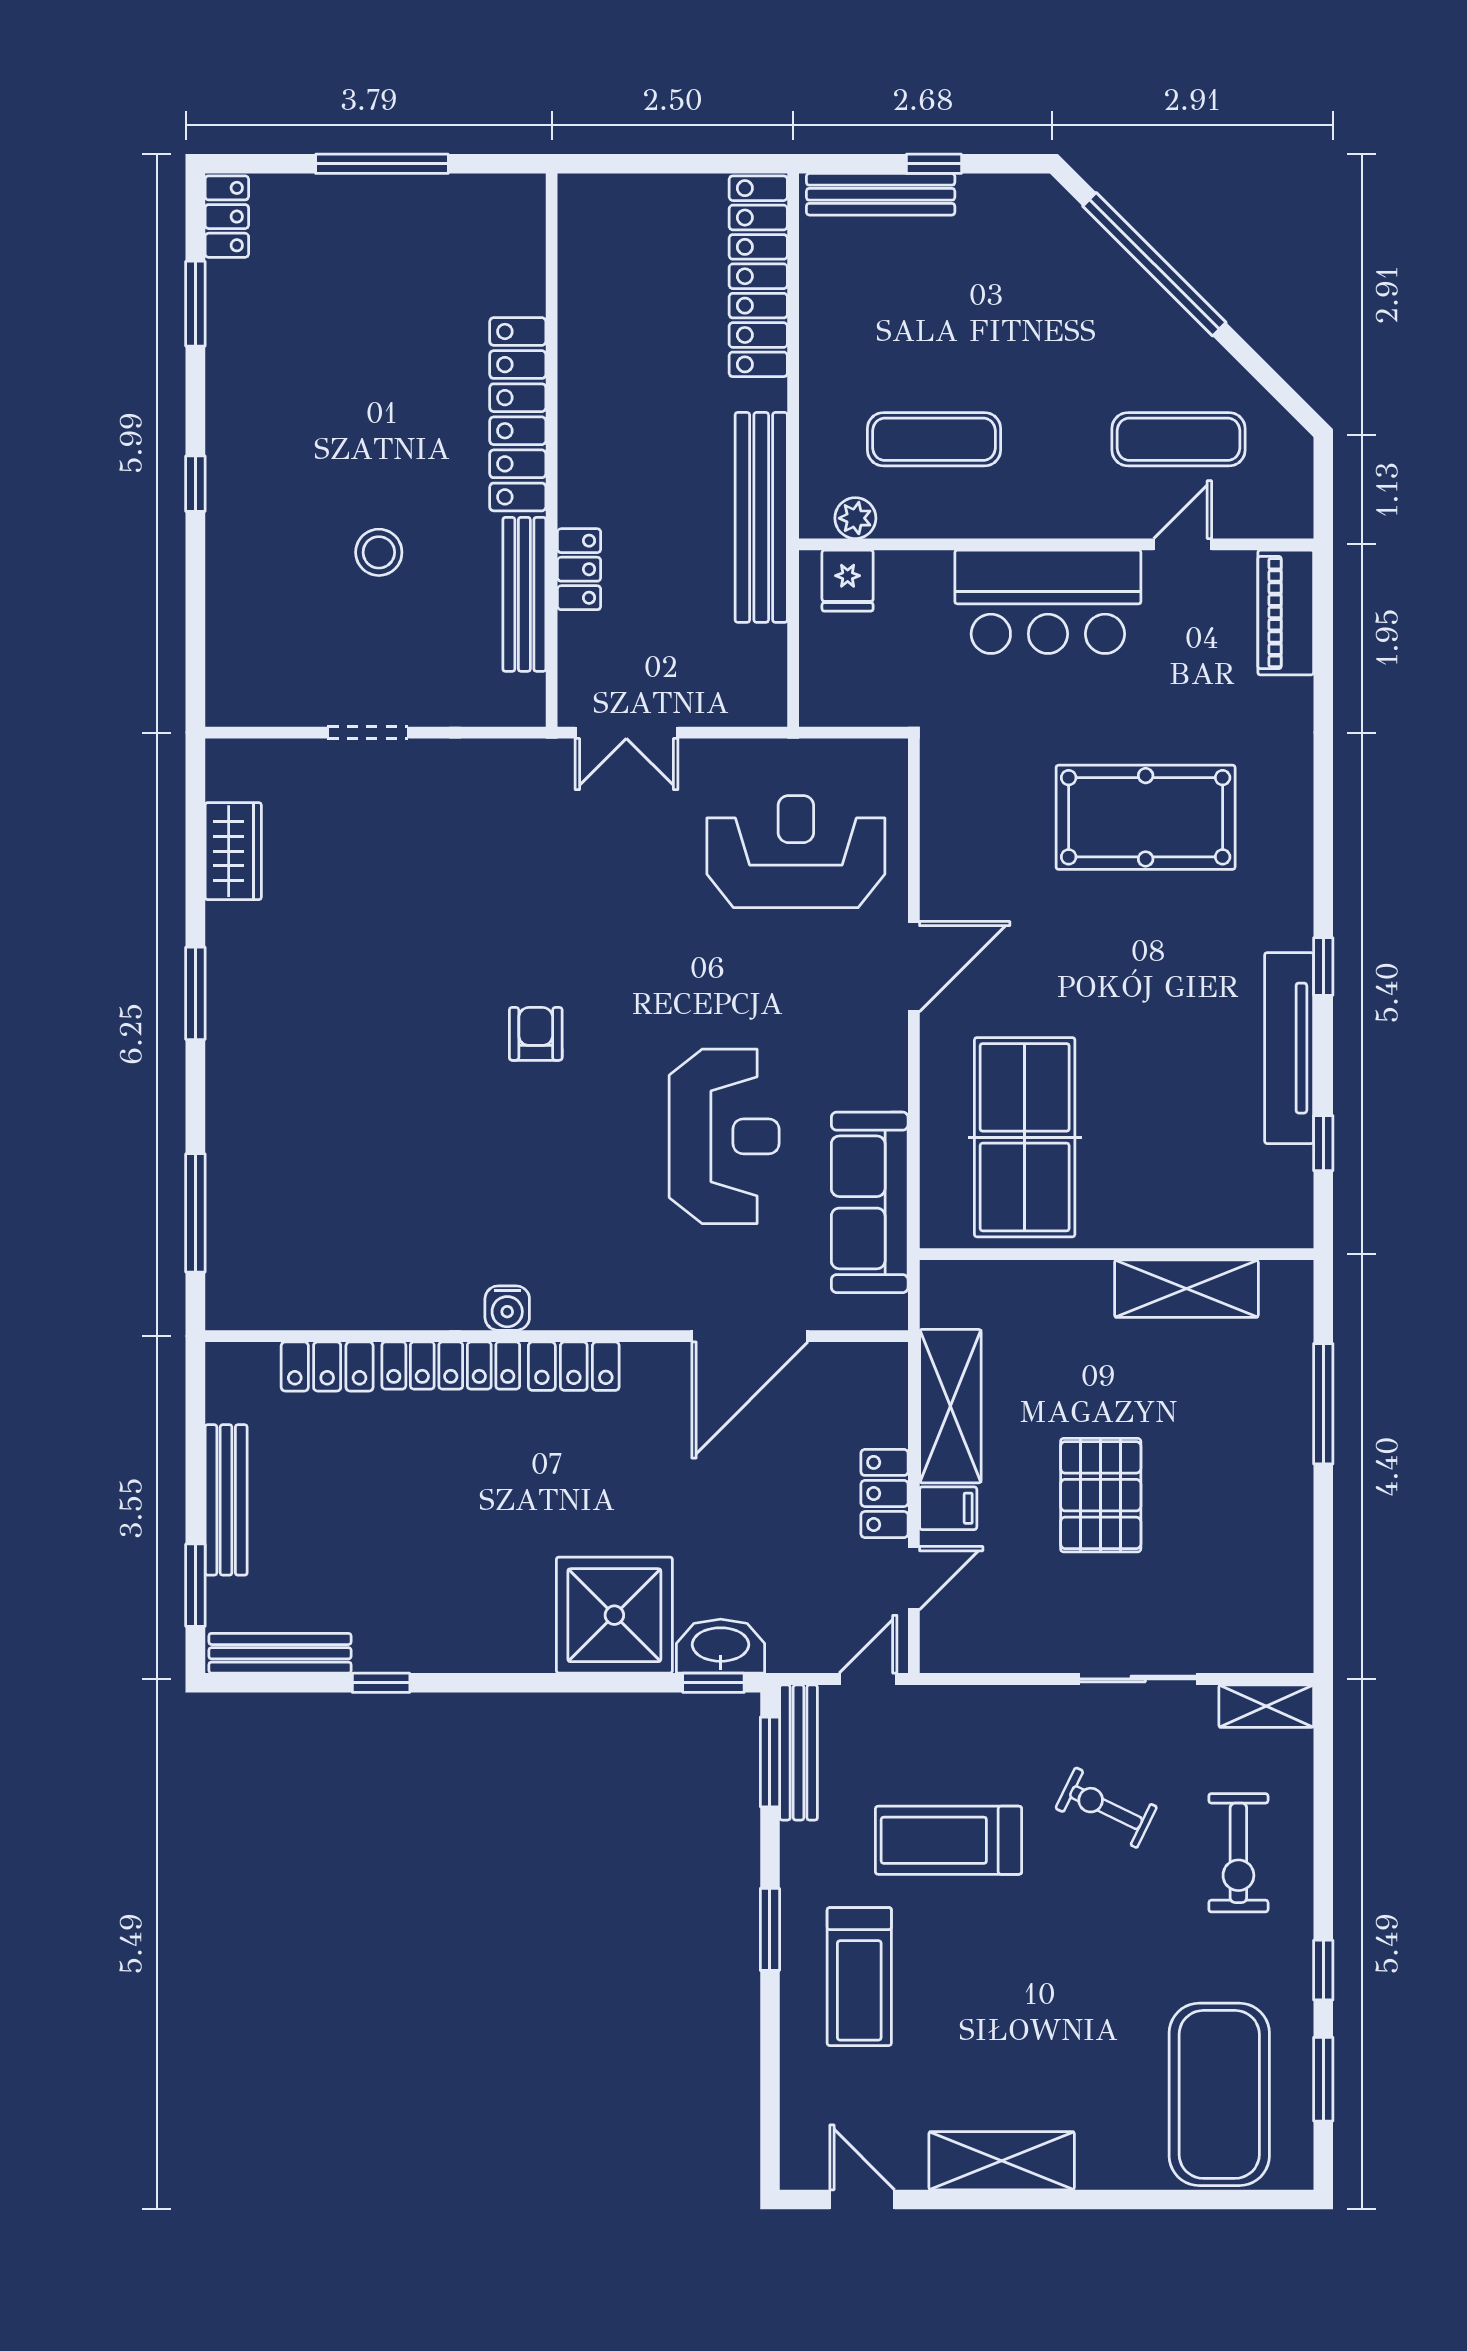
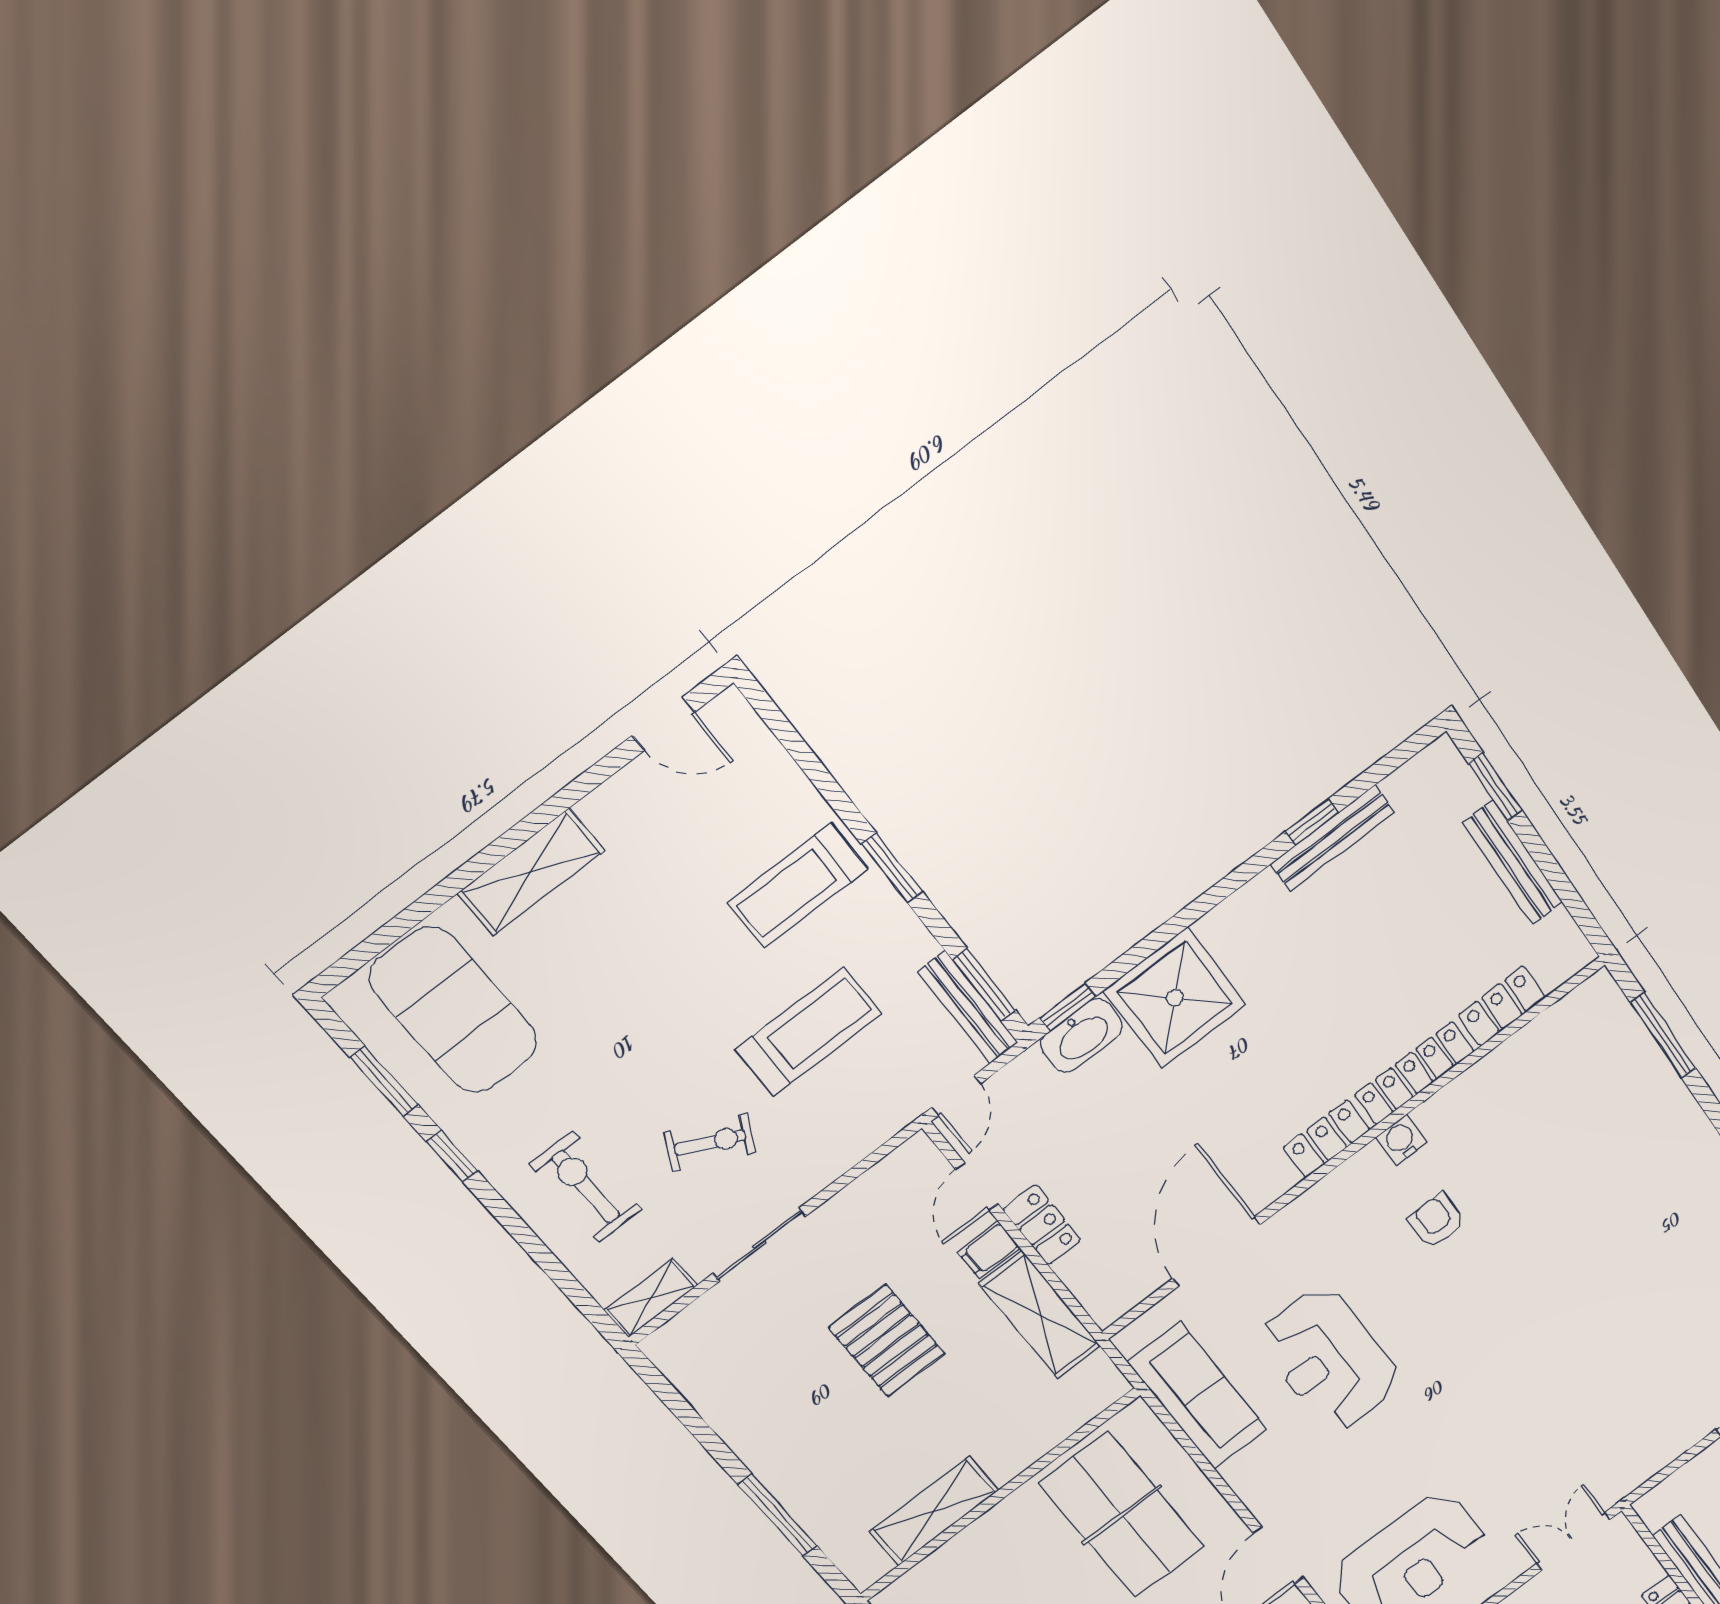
armchair: (536, 1034) -> (1436, 1221), moved, turned 180
bench: (280, 1653) -> (1332, 838), moved
treadmill: (859, 1977) -> (798, 886), turned -90
shelving: (1002, 2161) -> (531, 872), moved

